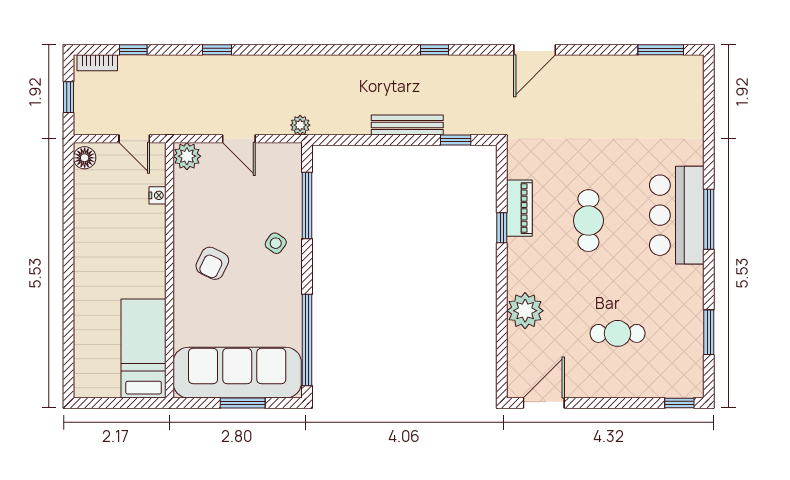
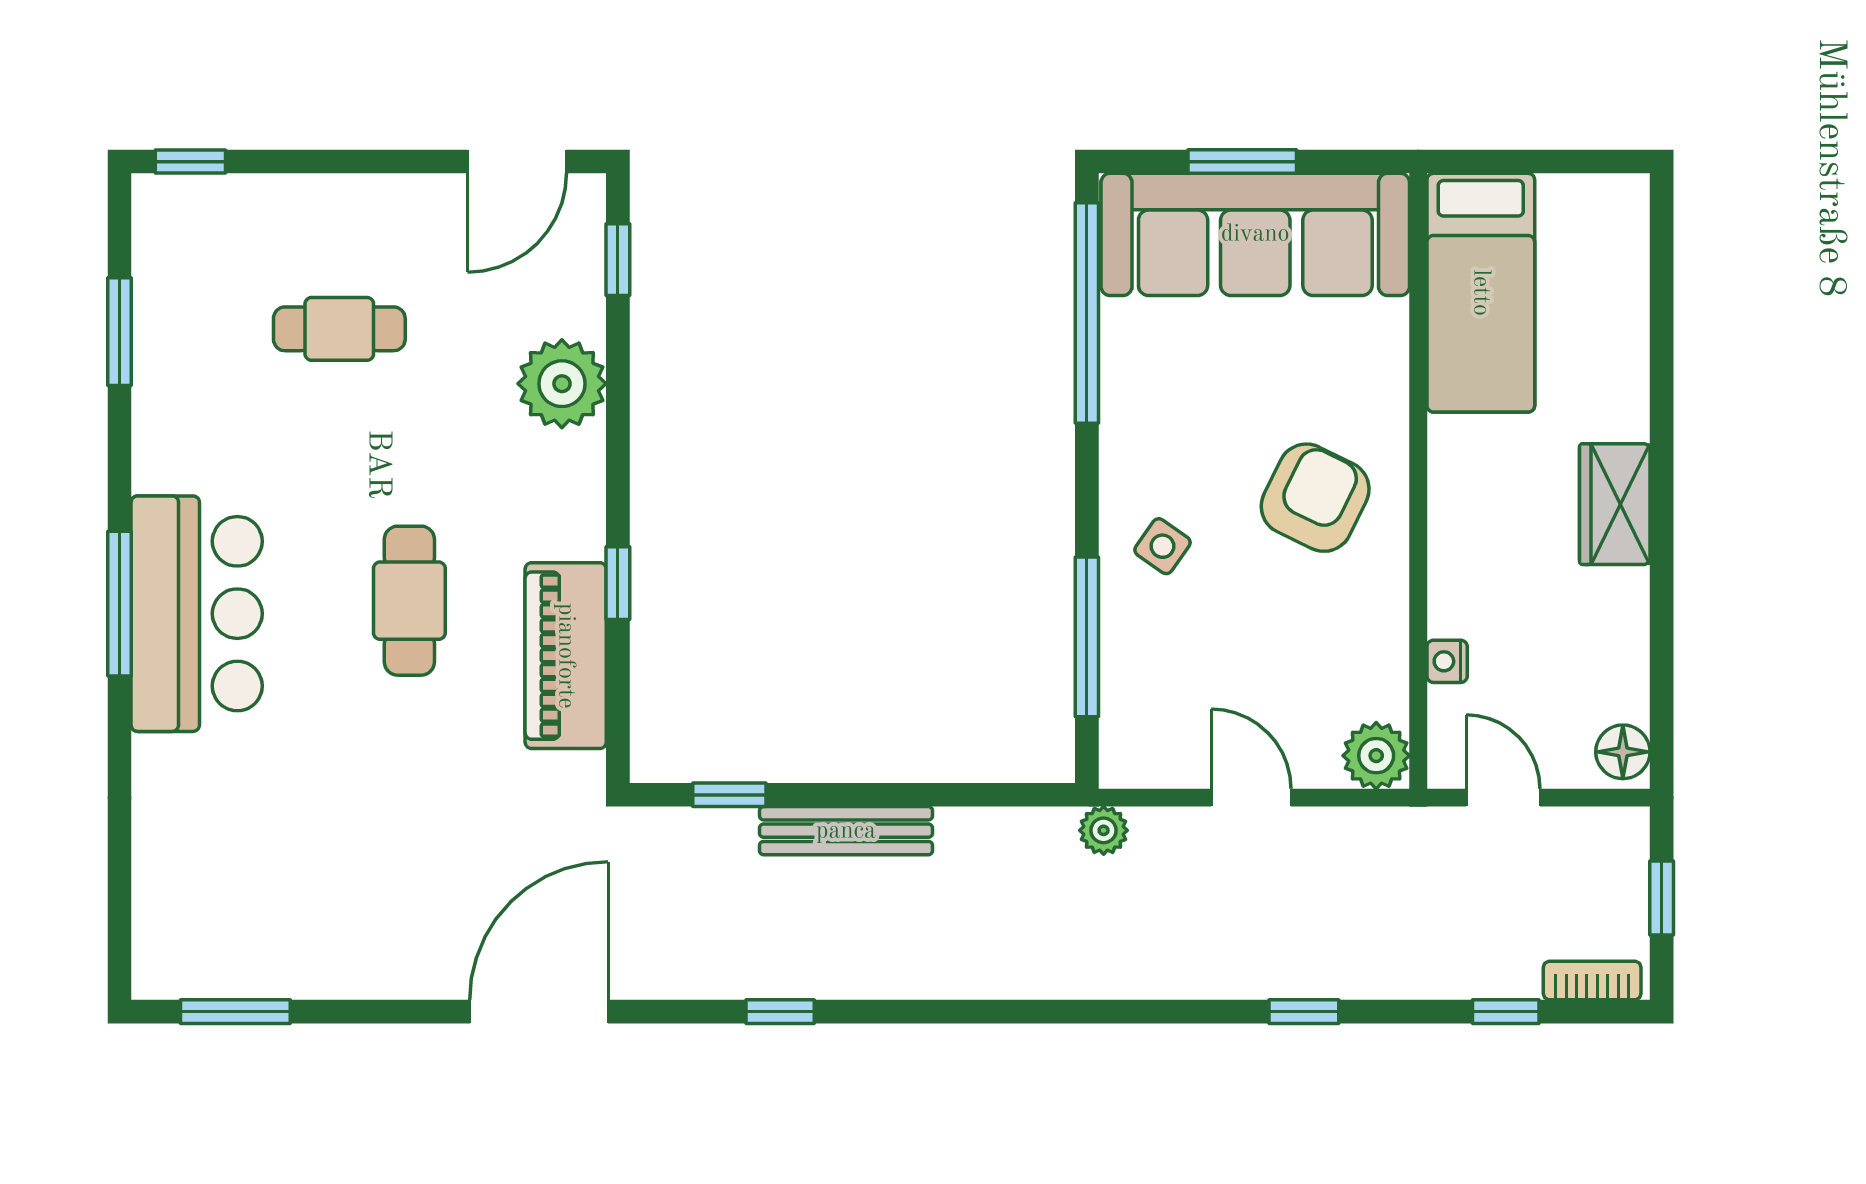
door: (535, 50) -> (539, 1012), width x1.36
piano: (519, 208) -> (566, 656), width x1.37, depth x1.33
wardrobe: (88, 261) -> (1615, 504), added
armchair: (212, 263) -> (1315, 498), width x1.38, depth x1.38
window: (502, 362) -> (618, 260), added

